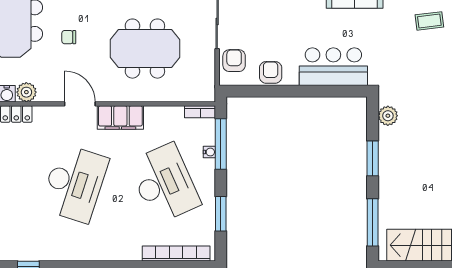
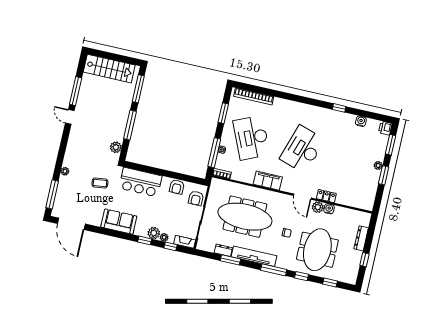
coffee table: (429, 21) -> (100, 183), moved
meeting table: (145, 49) -> (245, 217), width x1.36
door: (80, 104) -> (302, 197), moved
window: (373, 158) -> (130, 125), width x1.44

